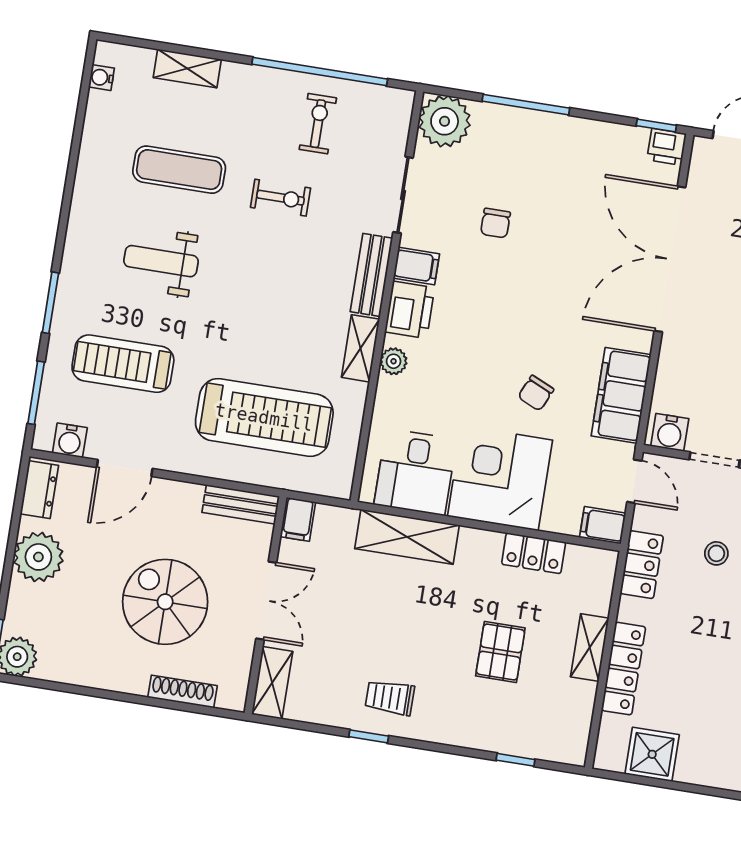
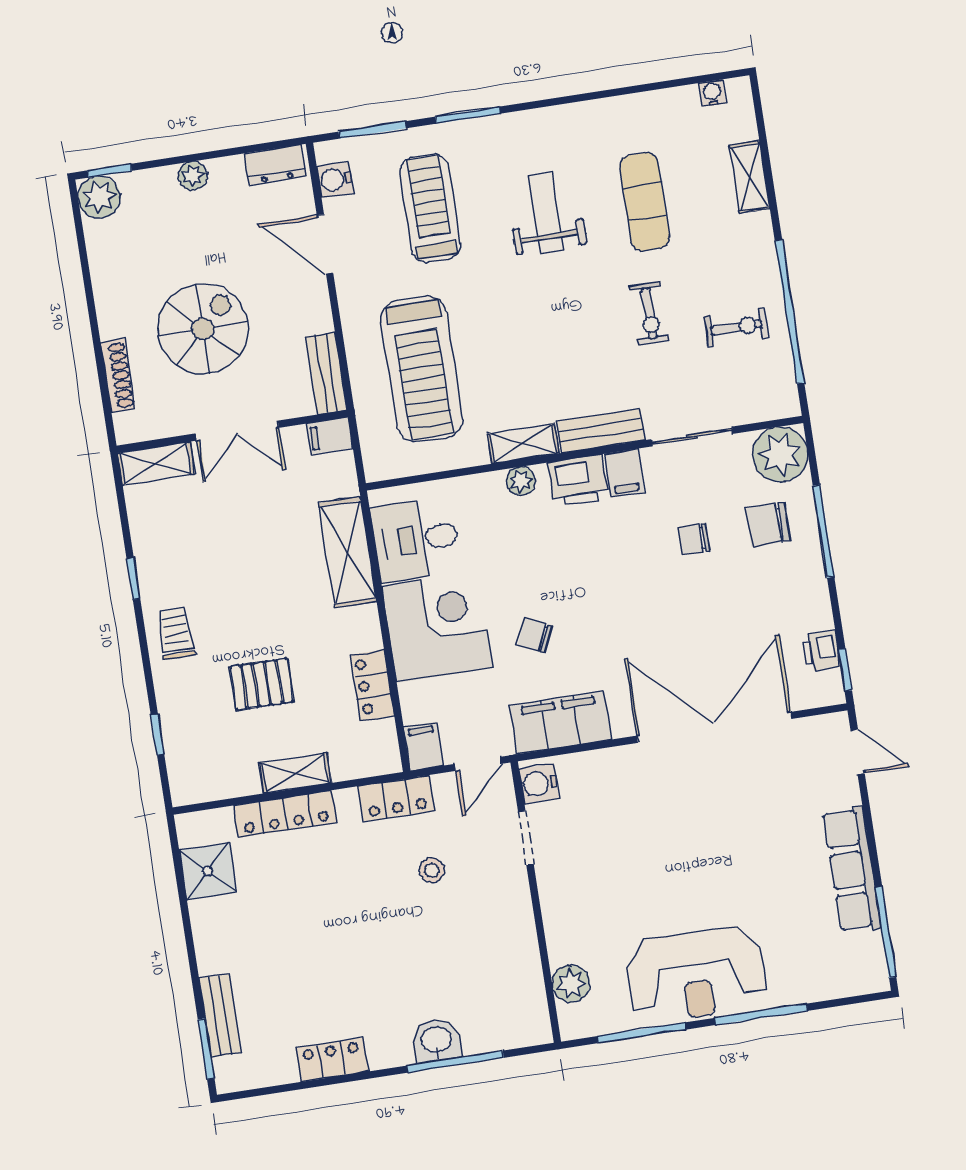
printer: (667, 147) -> (821, 651), moved
chair: (504, 153) -> (768, 525), added
plant: (38, 557) -> (193, 176), width x0.53, depth x0.53
trolley: (390, 698) -> (176, 633), moved

